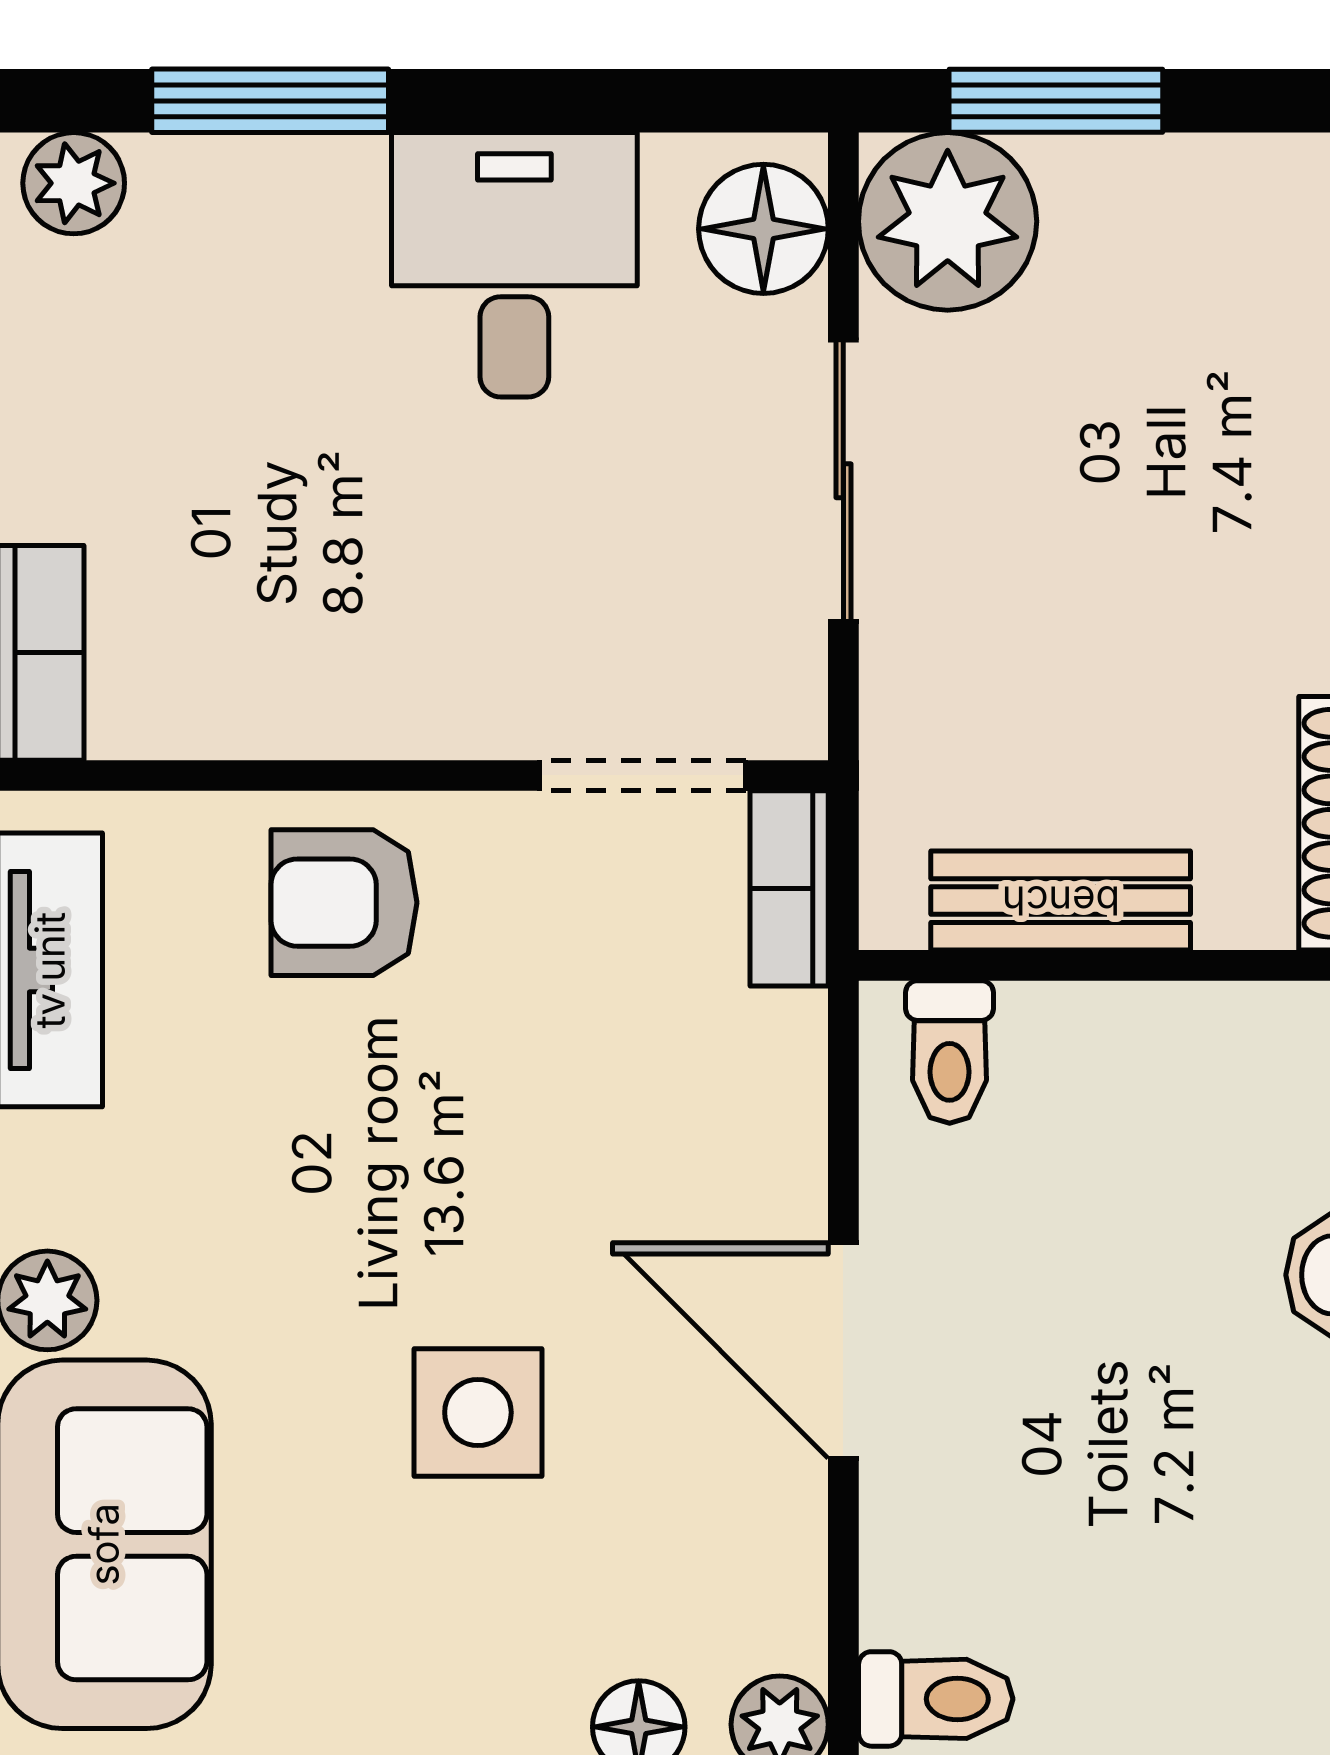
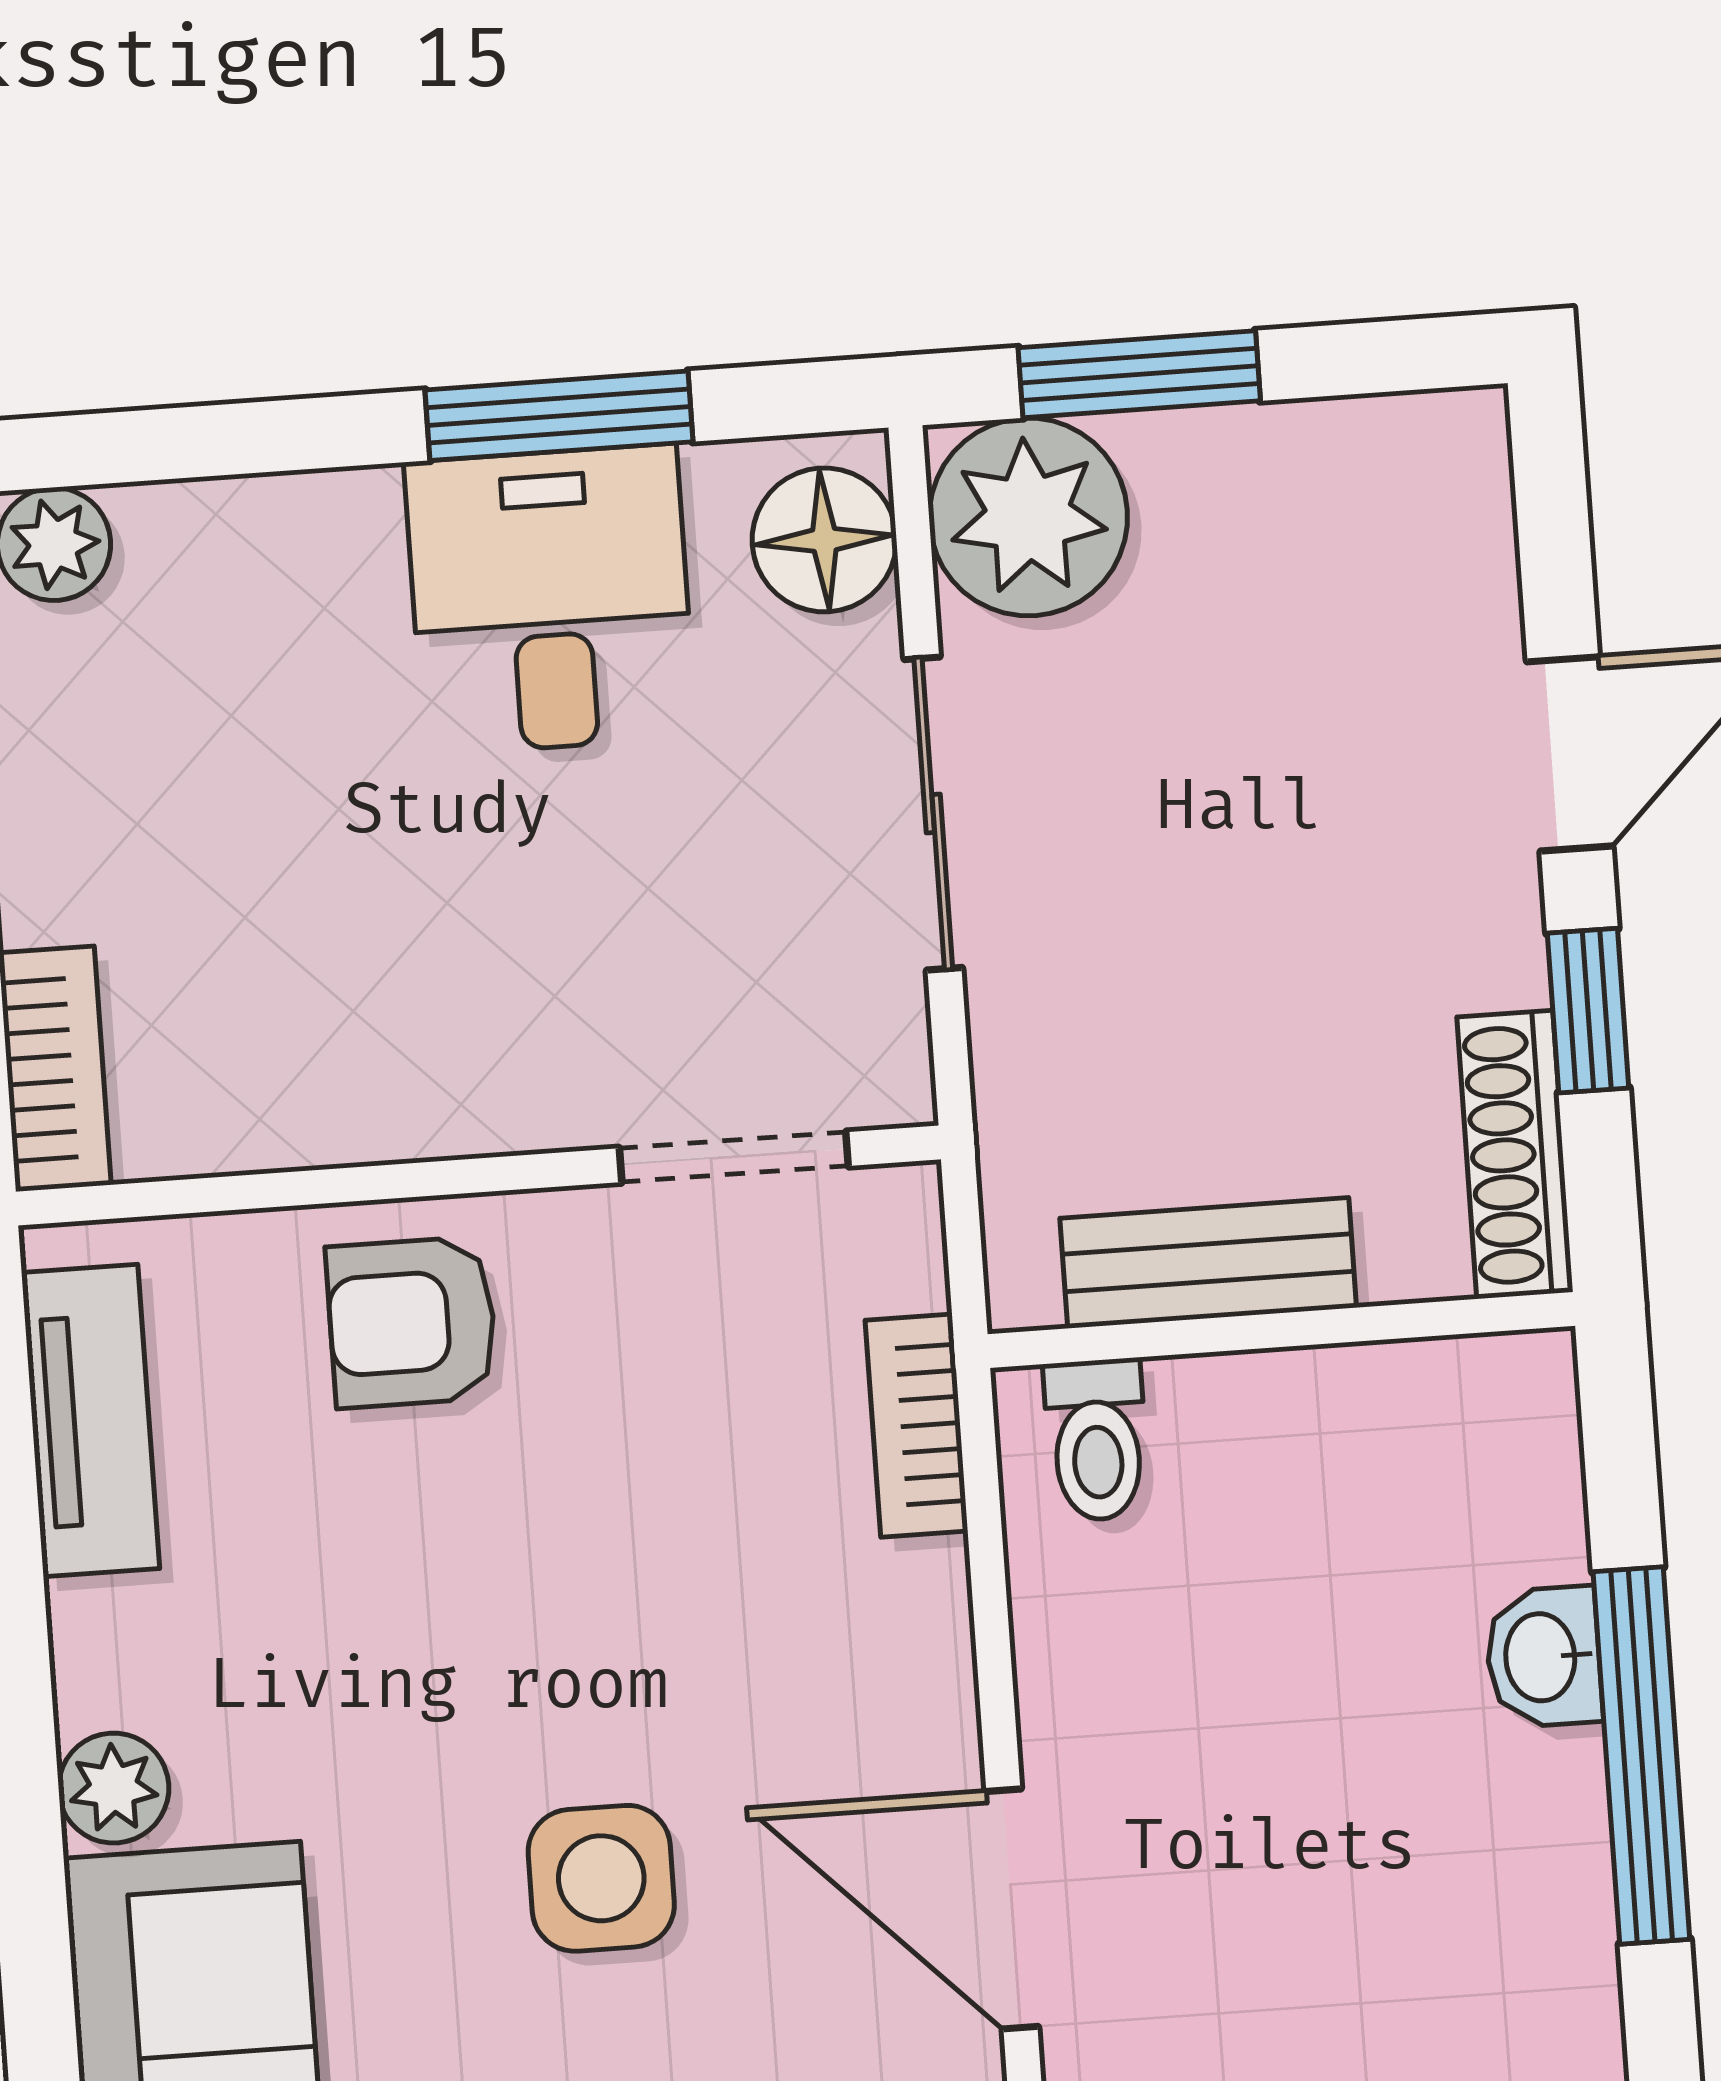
window: (270, 101) -> (559, 416), moved
bookcase: (789, 888) -> (916, 1426), moved
door: (843, 1350) -> (1012, 1909), moved

